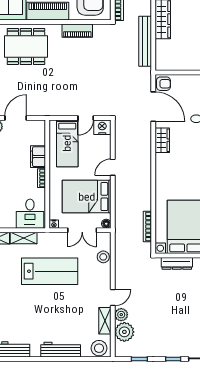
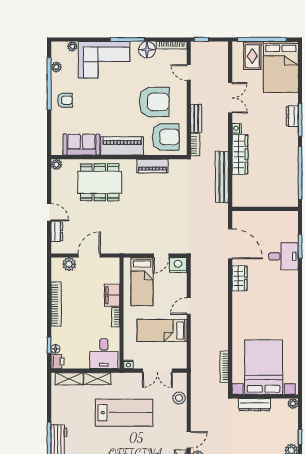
armchair: (163, 84) -> (241, 220), removed
bed: (87, 197) -> (162, 331), width x0.67
floor lamp: (106, 224) -> (182, 364), removed

